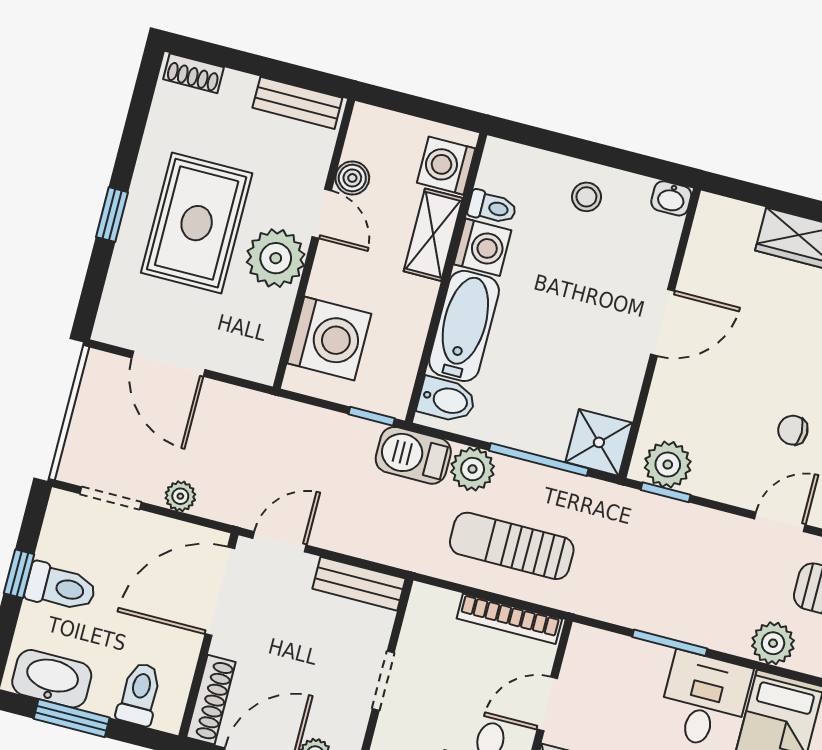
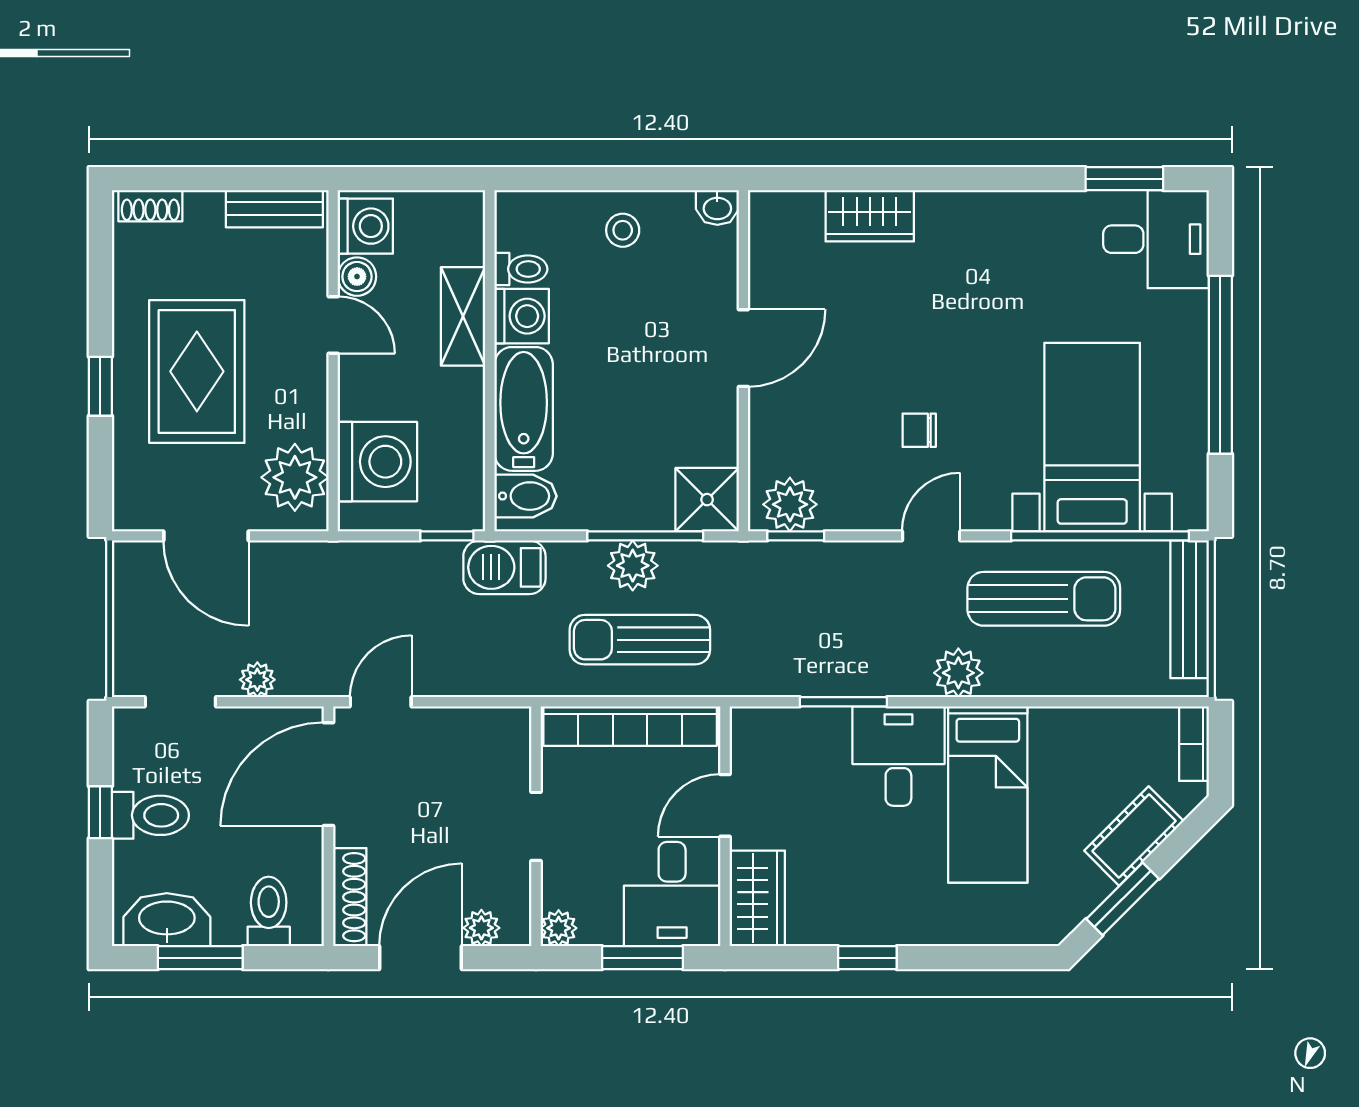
washing machine: (446, 166) -> (365, 226), moved, turned 180
plant: (276, 258) -> (295, 477), moved
plant: (473, 469) -> (633, 566), moved
bench: (359, 584) -> (481, 726), removed
bookcase: (509, 619) -> (630, 726), width x1.48, depth x1.31

